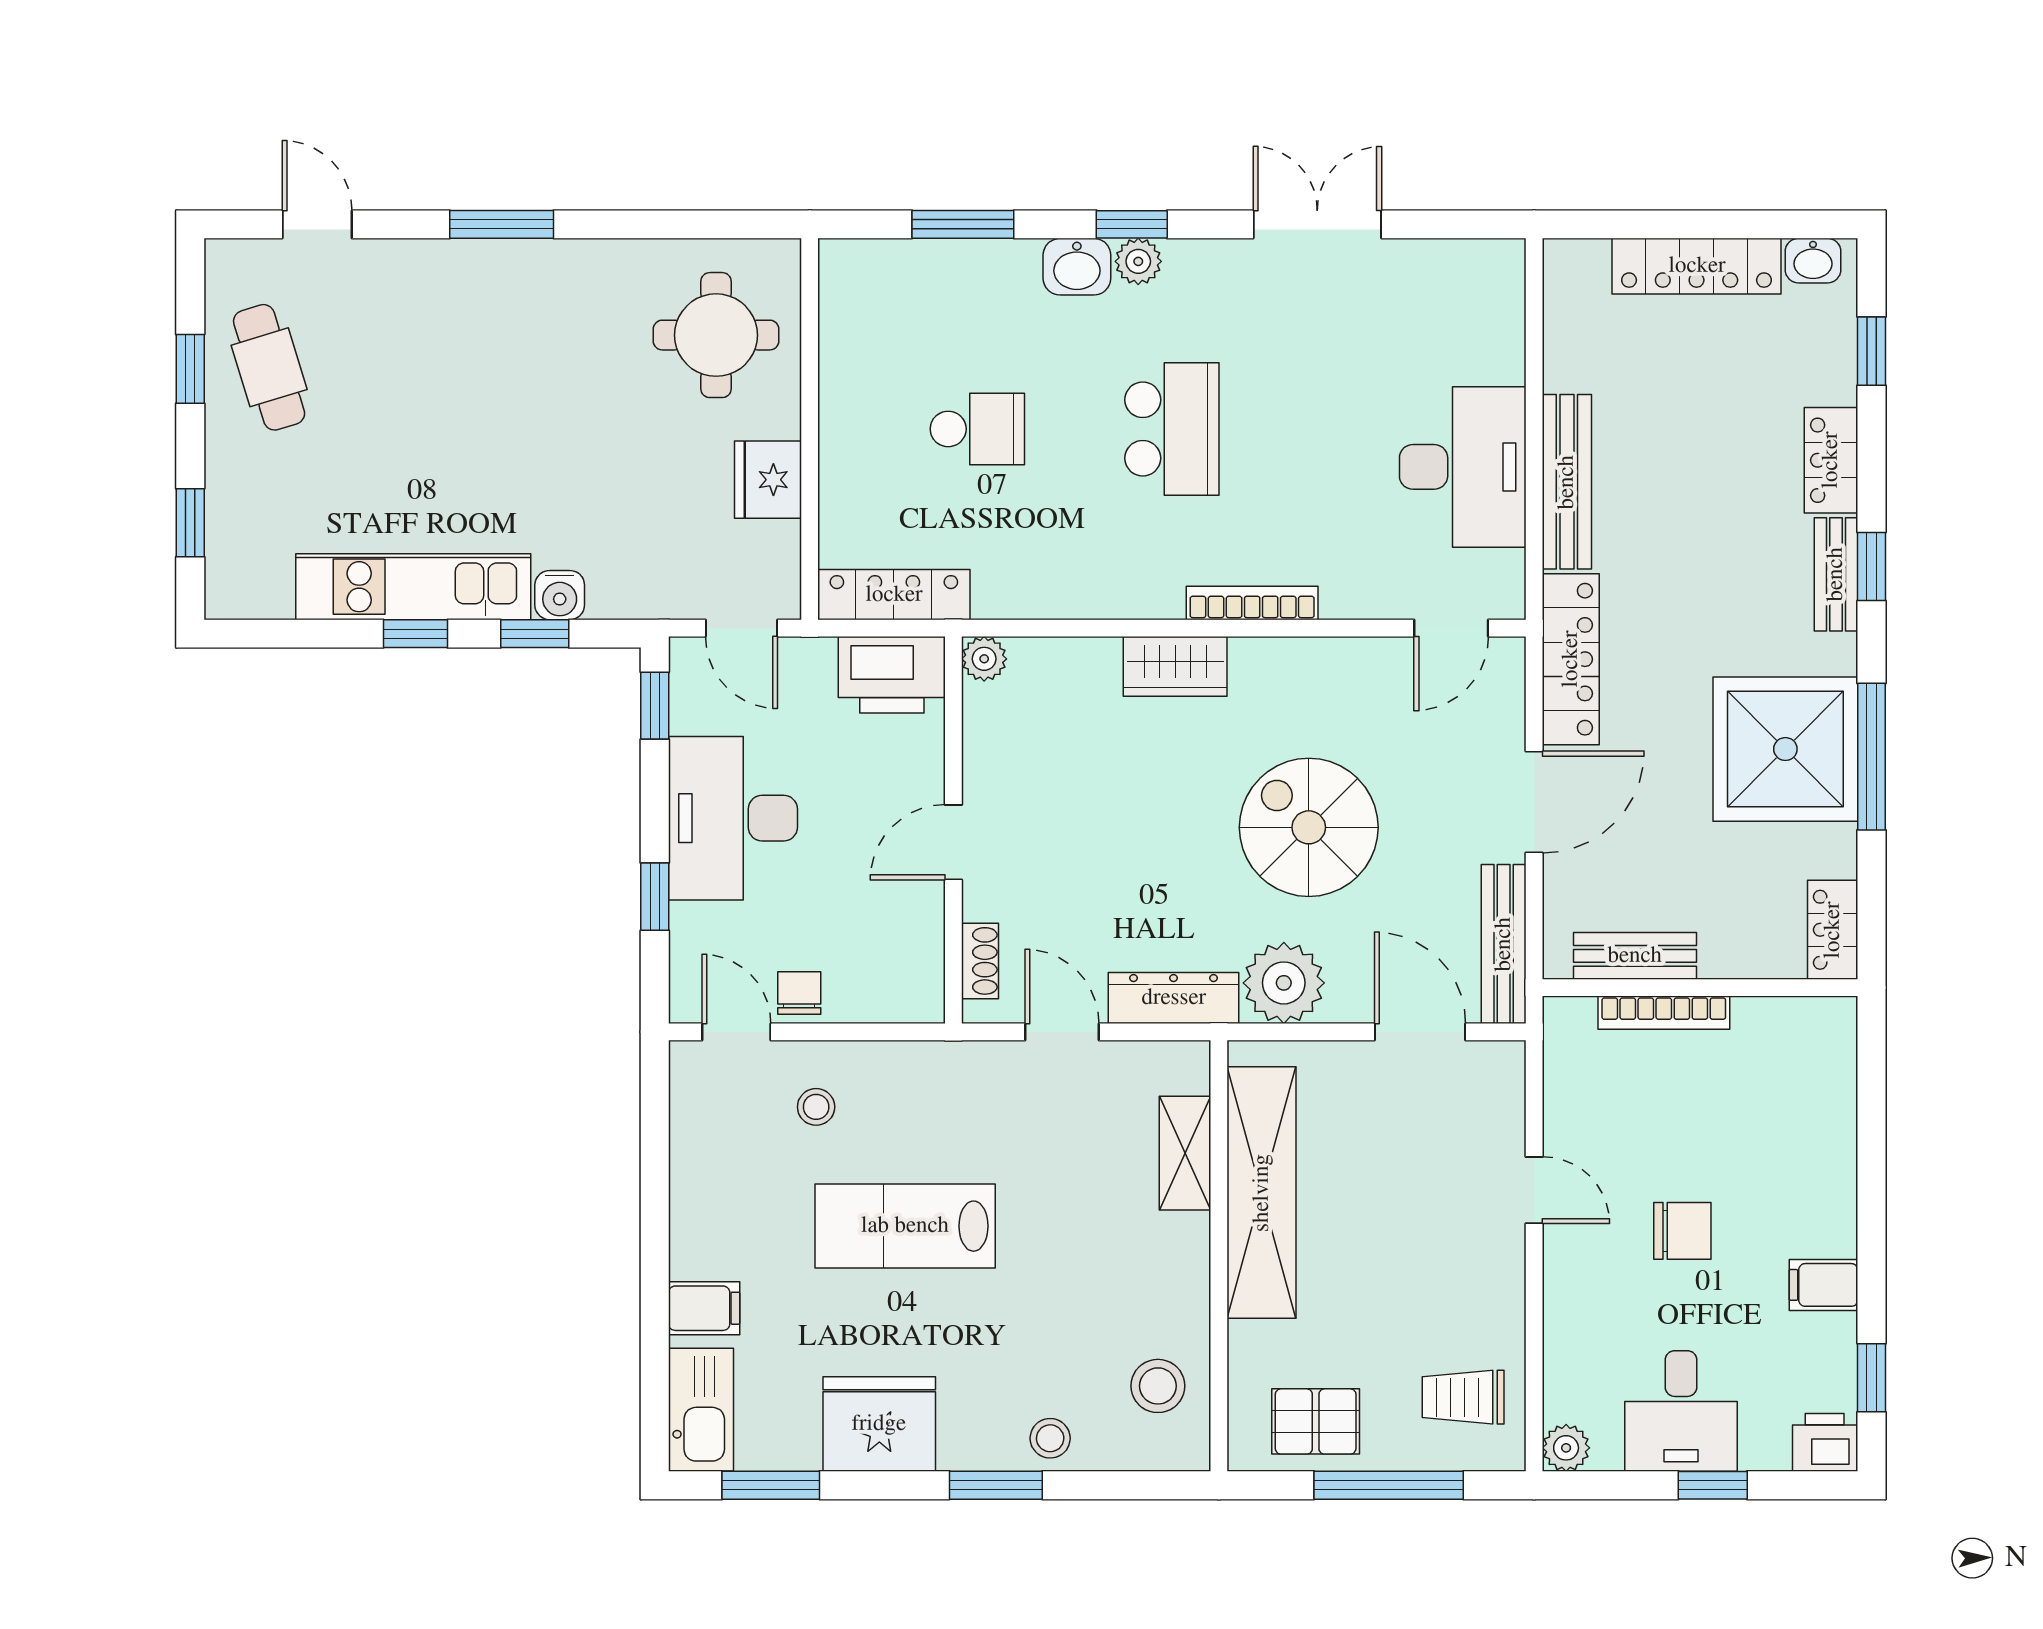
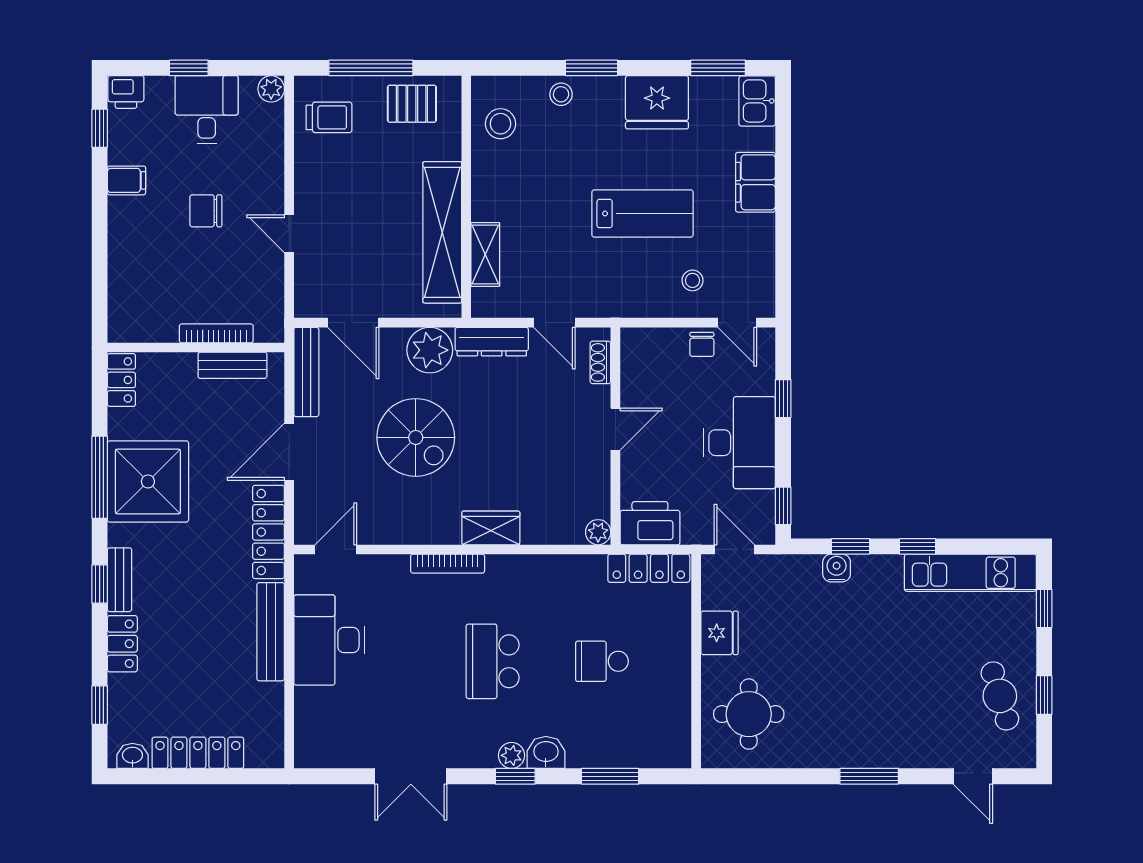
kitchen unit: (413, 587) -> (970, 573), moved
filing cabinet: (704, 1308) -> (755, 182), width x2.00
kitchen sink: (701, 1410) -> (757, 101), width x0.73

